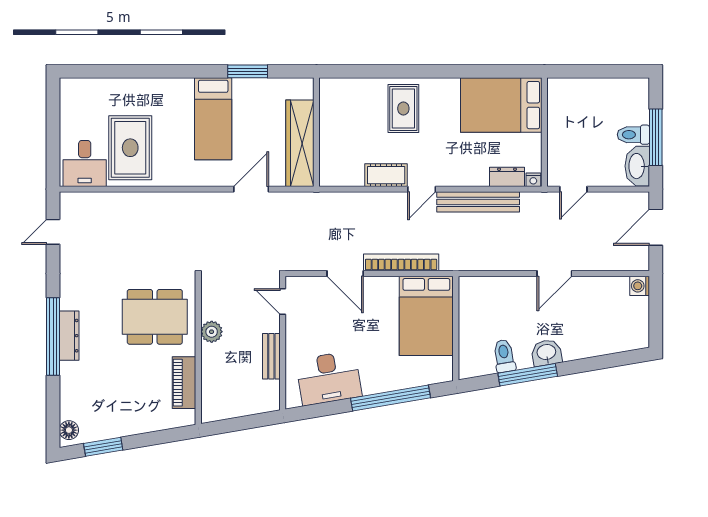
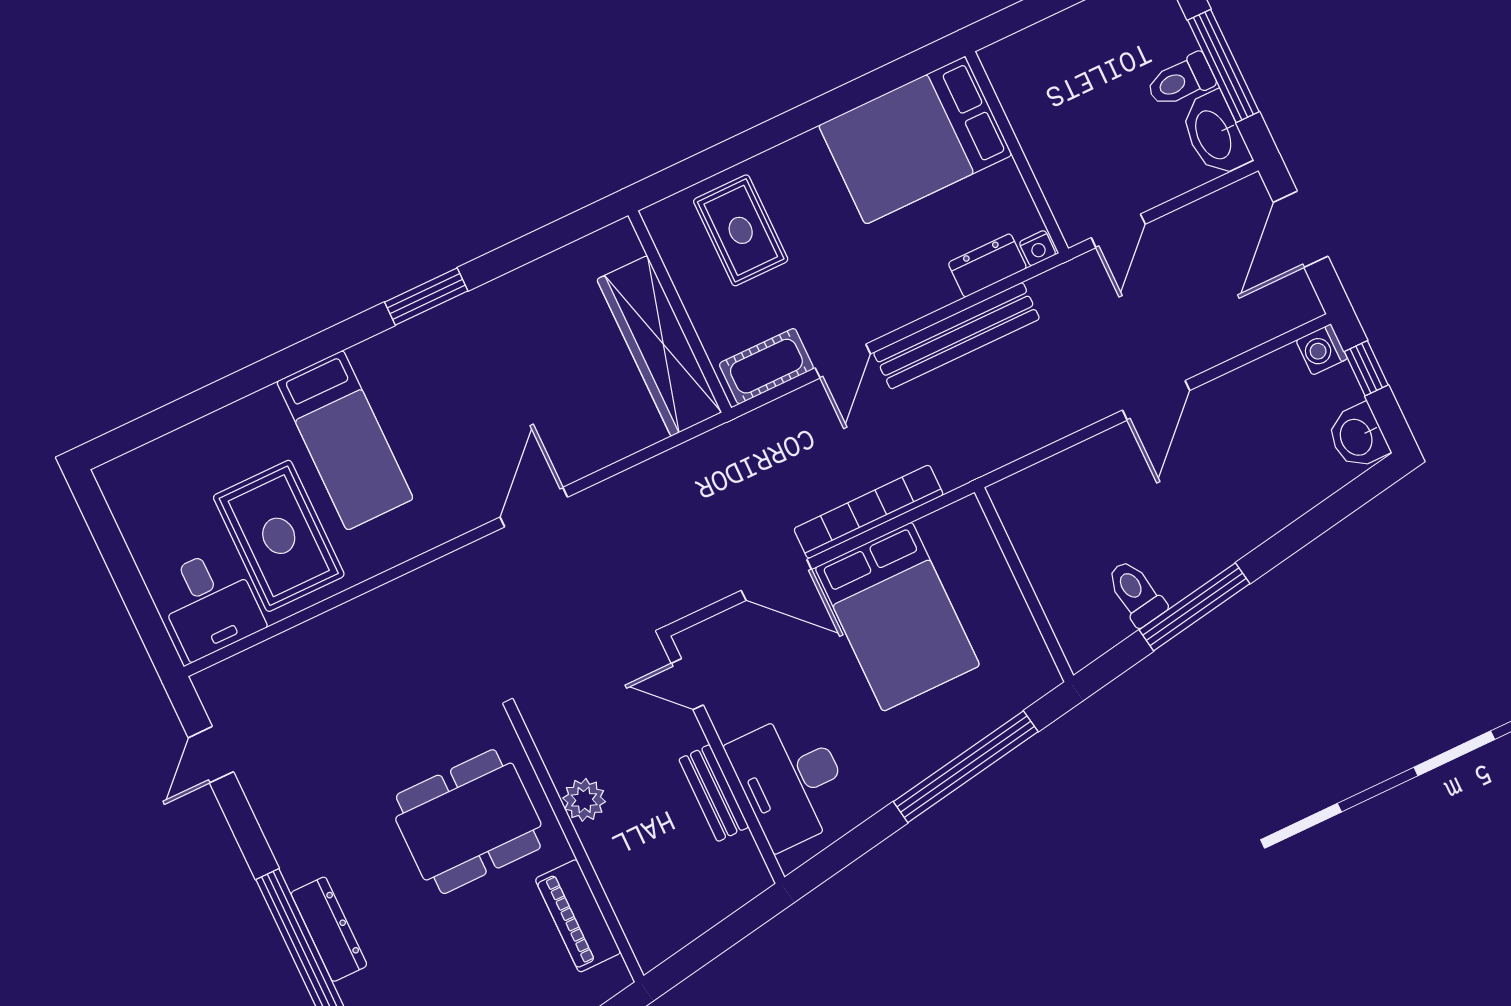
bed: (213, 119) -> (345, 440), moved
wall: (316, 132) -> (680, 312), moved
wardrobe: (300, 143) -> (659, 346), moved
window: (656, 304) -> (1366, 368), added
bed: (426, 316) -> (897, 617), moved
washbasin: (546, 353) -> (1357, 437), moved, turned -80
desk: (329, 378) -> (791, 780), moved, turned 100

